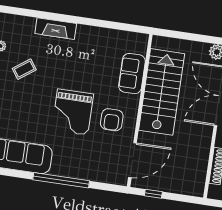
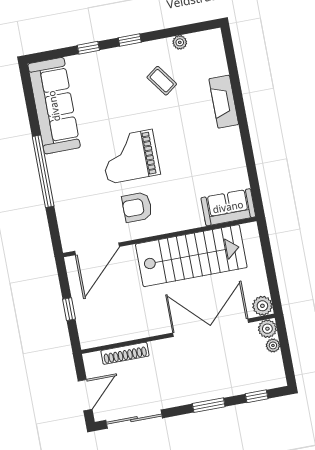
sofa: (132, 74) -> (228, 207), moved
door: (132, 160) -> (97, 249), hinge flipped
window: (153, 194) -> (69, 309), moved

